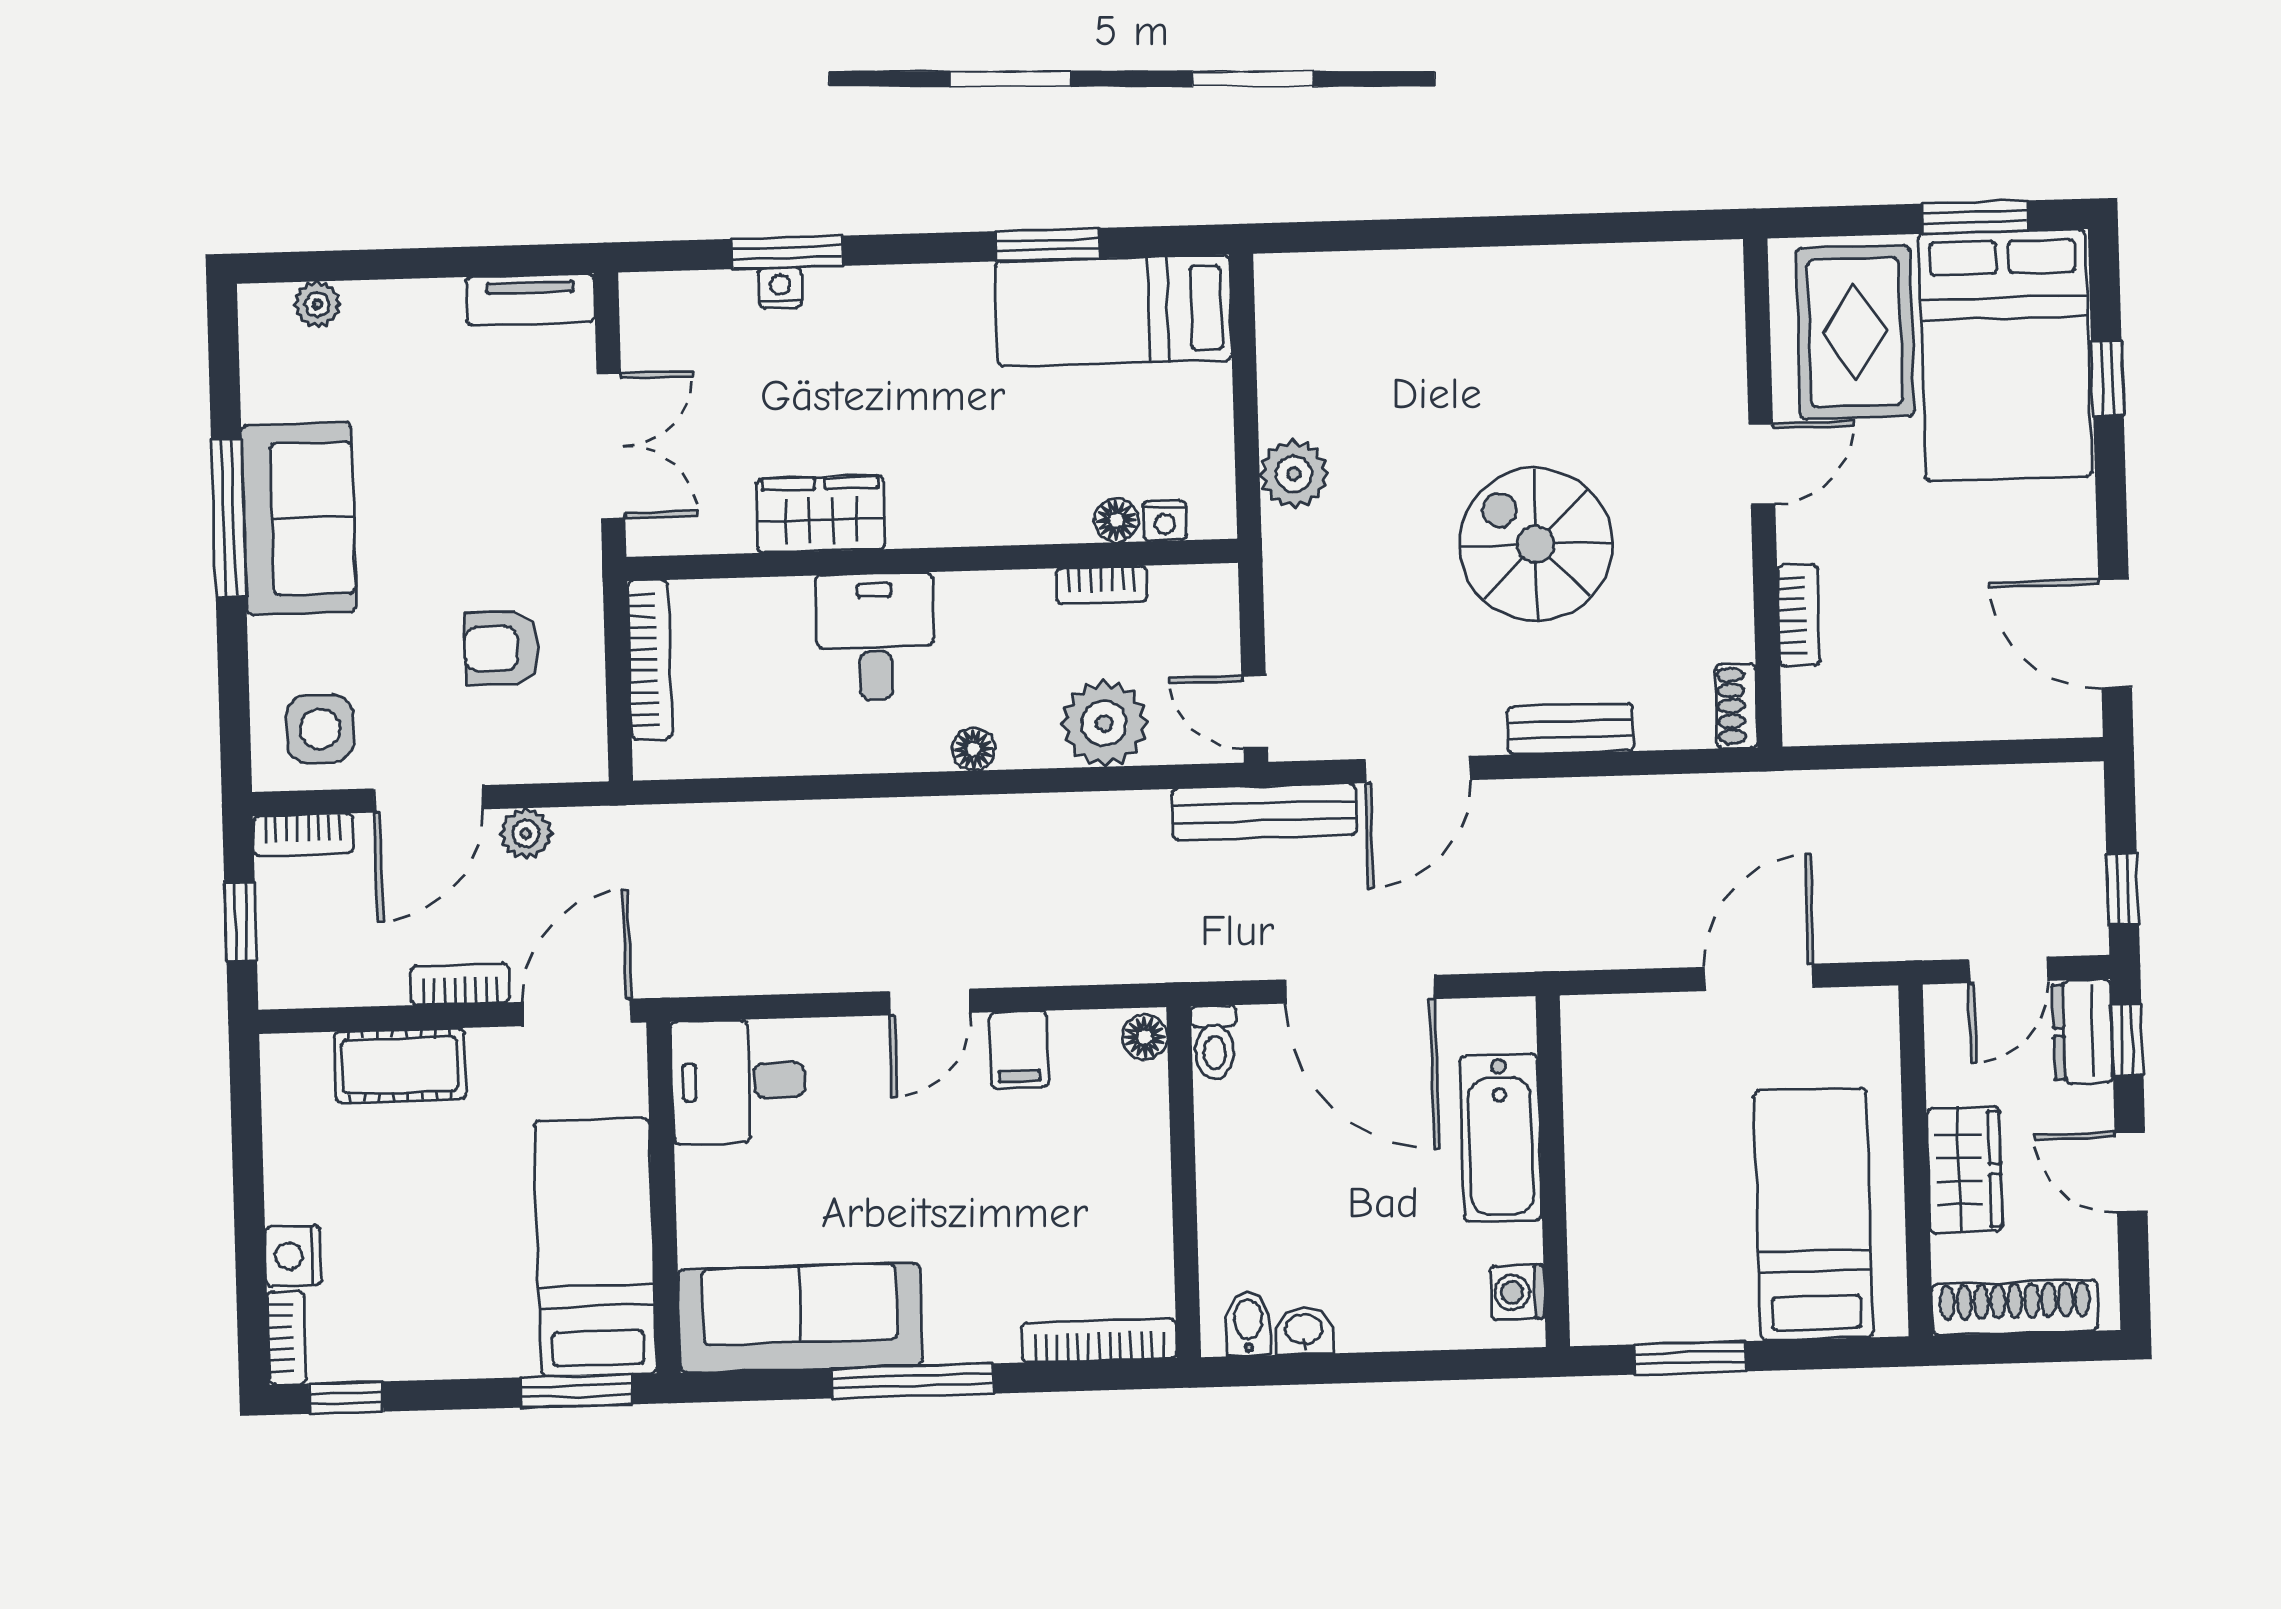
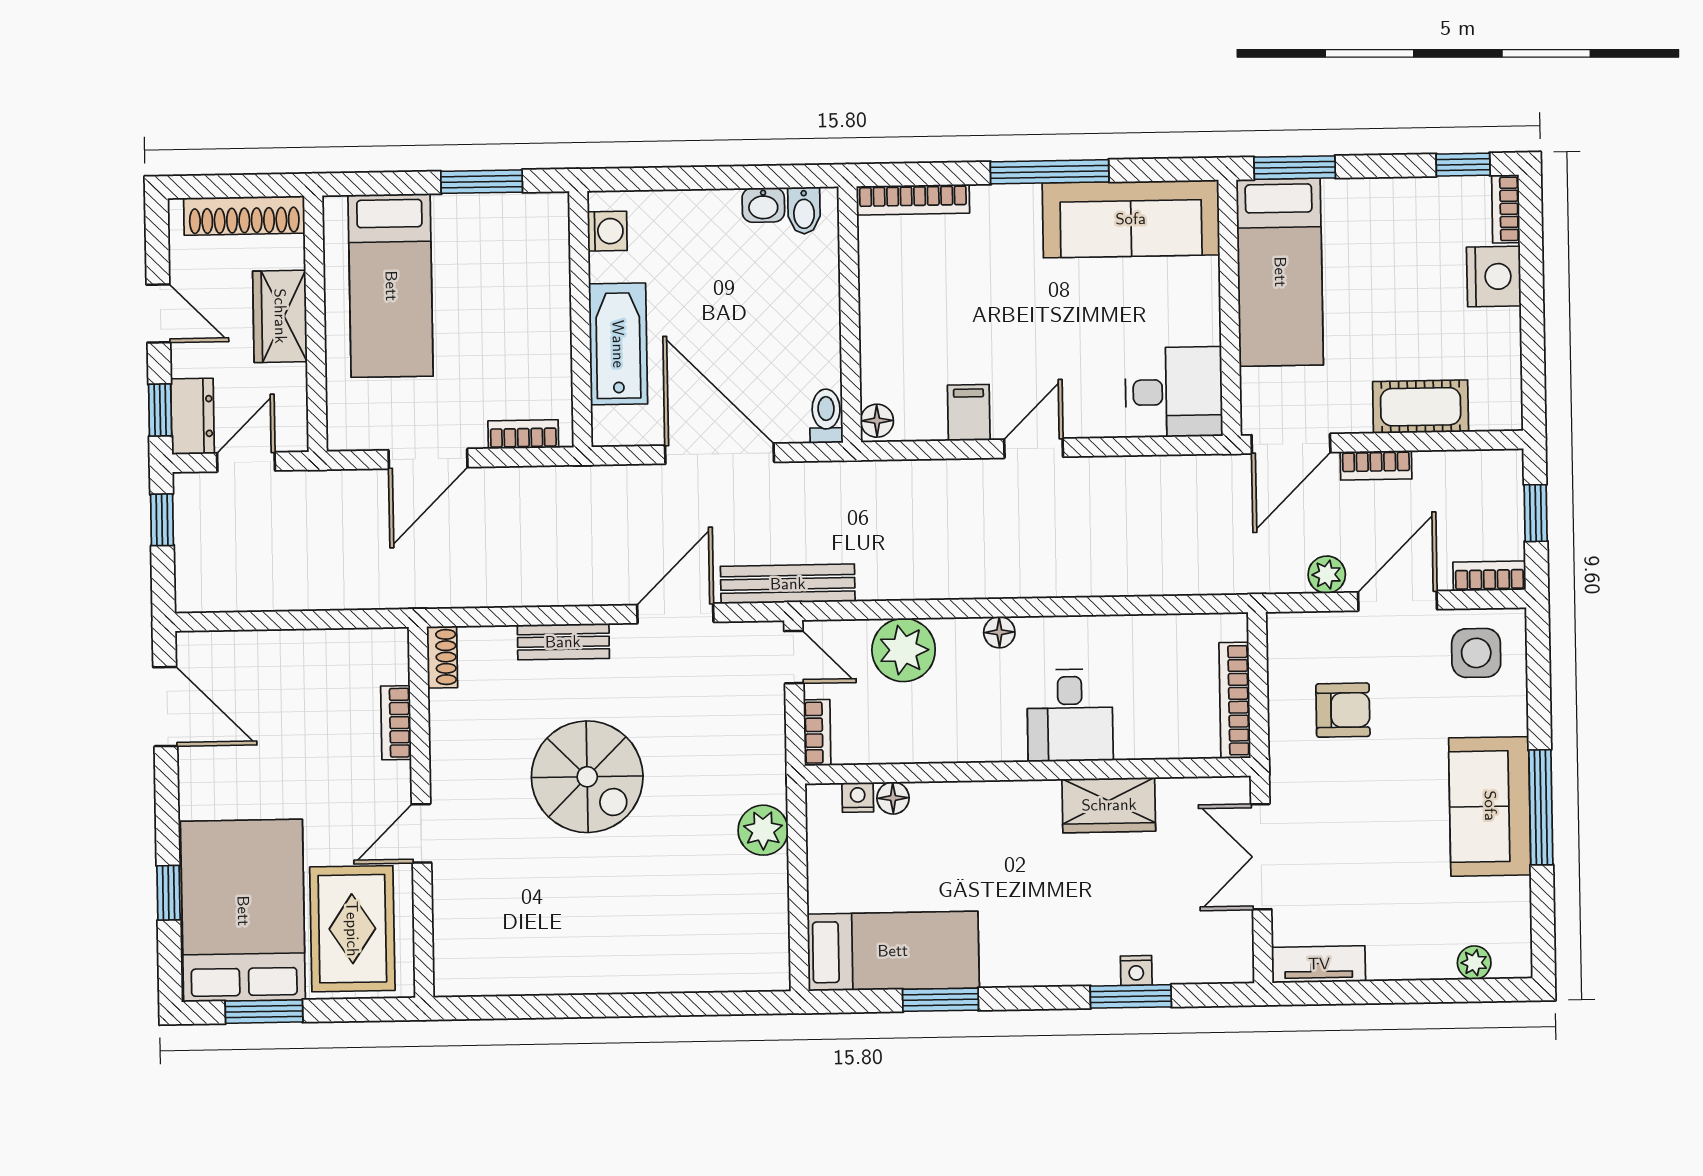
bookcase: (1102, 585) -> (817, 733), moved, turned 90
bookcase: (1629, 1013) -> (523, 434), added
nightstand: (293, 1256) -> (1494, 276), width x1.36, depth x1.33

